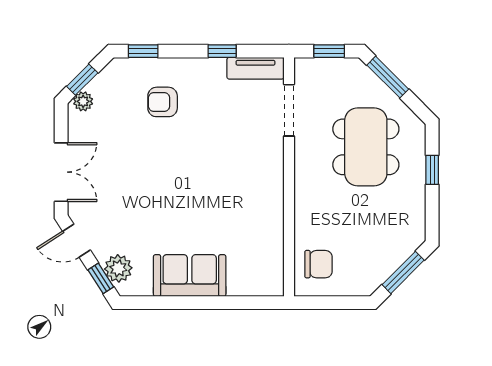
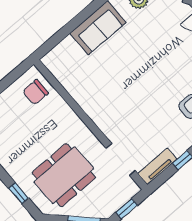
dining table: (366, 147) -> (64, 175), turned 90

